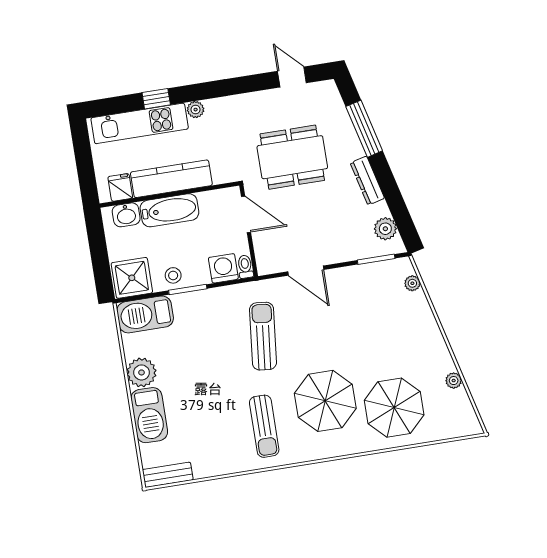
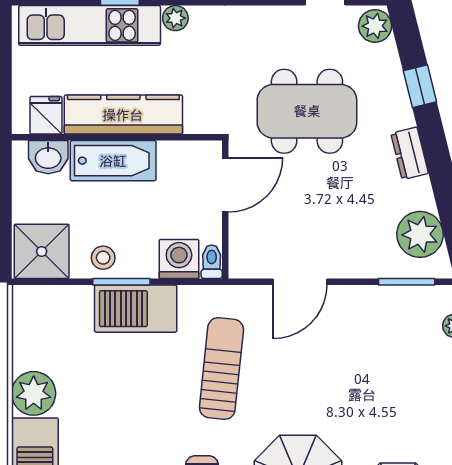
plant: (328, 94) -> (375, 26), added
window: (364, 129) -> (420, 86), width x0.46
dresser: (367, 181) -> (410, 153), width x0.70
door: (246, 214) -> (225, 185), hinge flipped
plant: (385, 229) -> (420, 234), width x1.36, depth x1.36
door: (306, 271) -> (300, 282), hinge flipped
barbecue: (145, 314) -> (136, 309), moved

